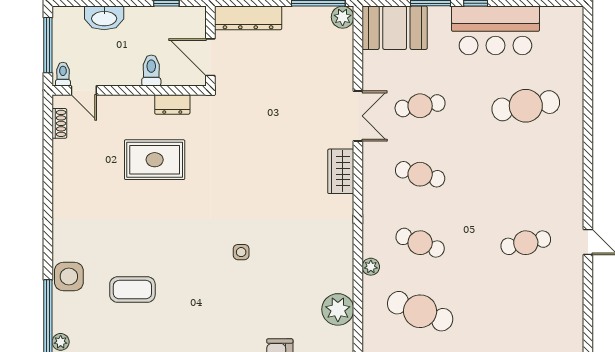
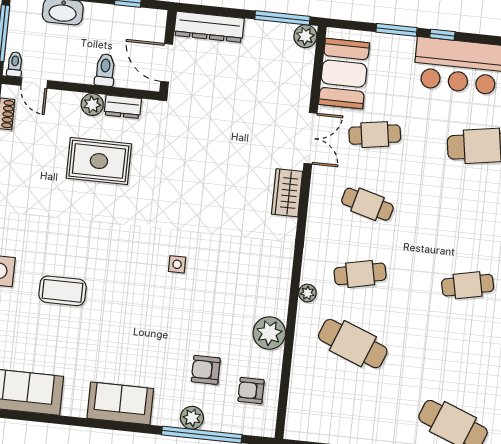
booth: (395, 28) -> (344, 74), moved, turned 90
plant: (142, 105) -> (92, 104), added
cafe table: (420, 243) -> (360, 274), turned -33

